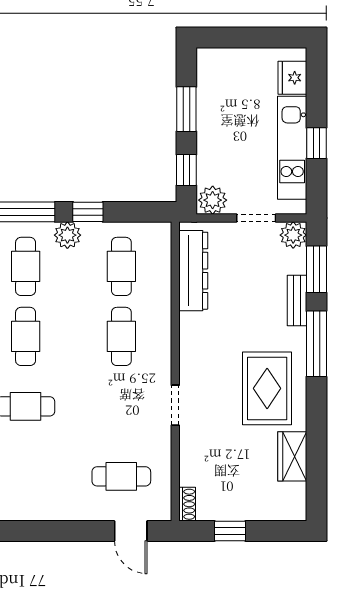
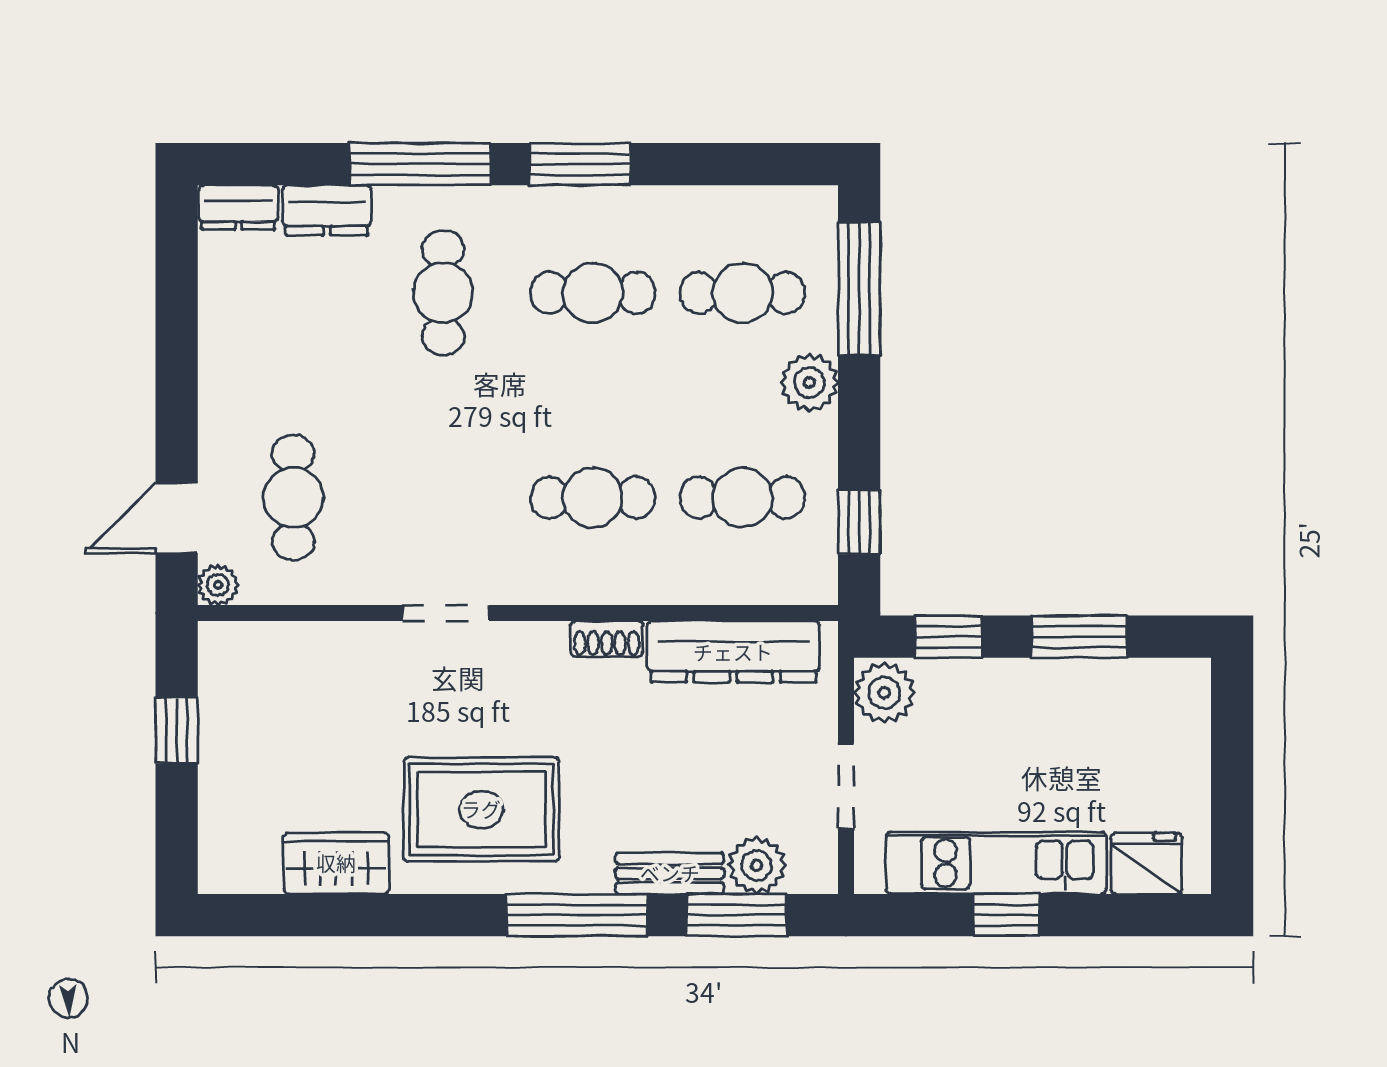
window: (88, 212) -> (859, 522), moved
plant: (293, 235) -> (757, 865), moved
shoe rack: (187, 504) -> (607, 639), moved
plant: (162, 512) -> (218, 585), added

